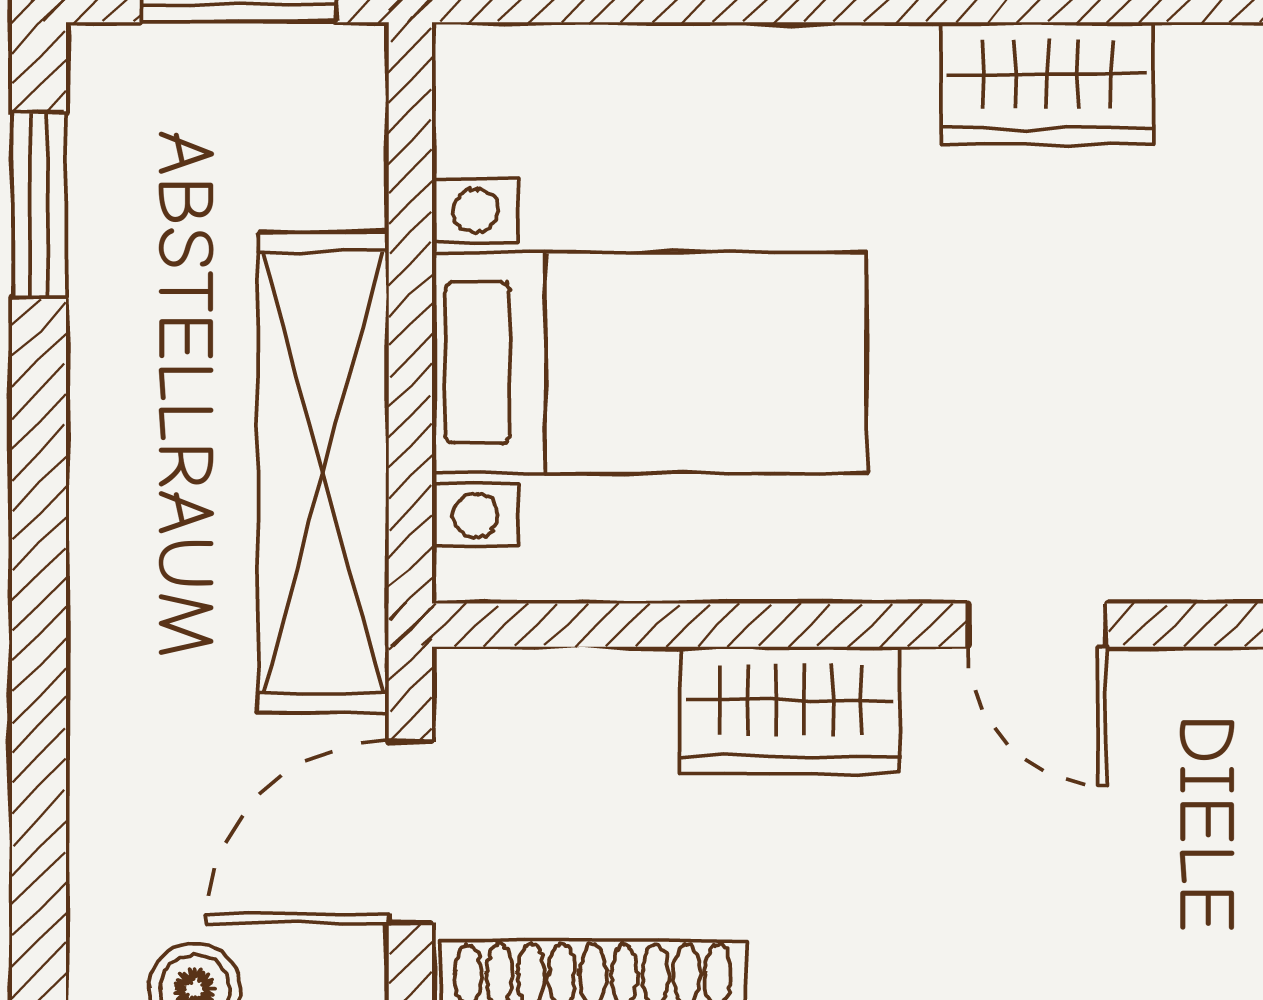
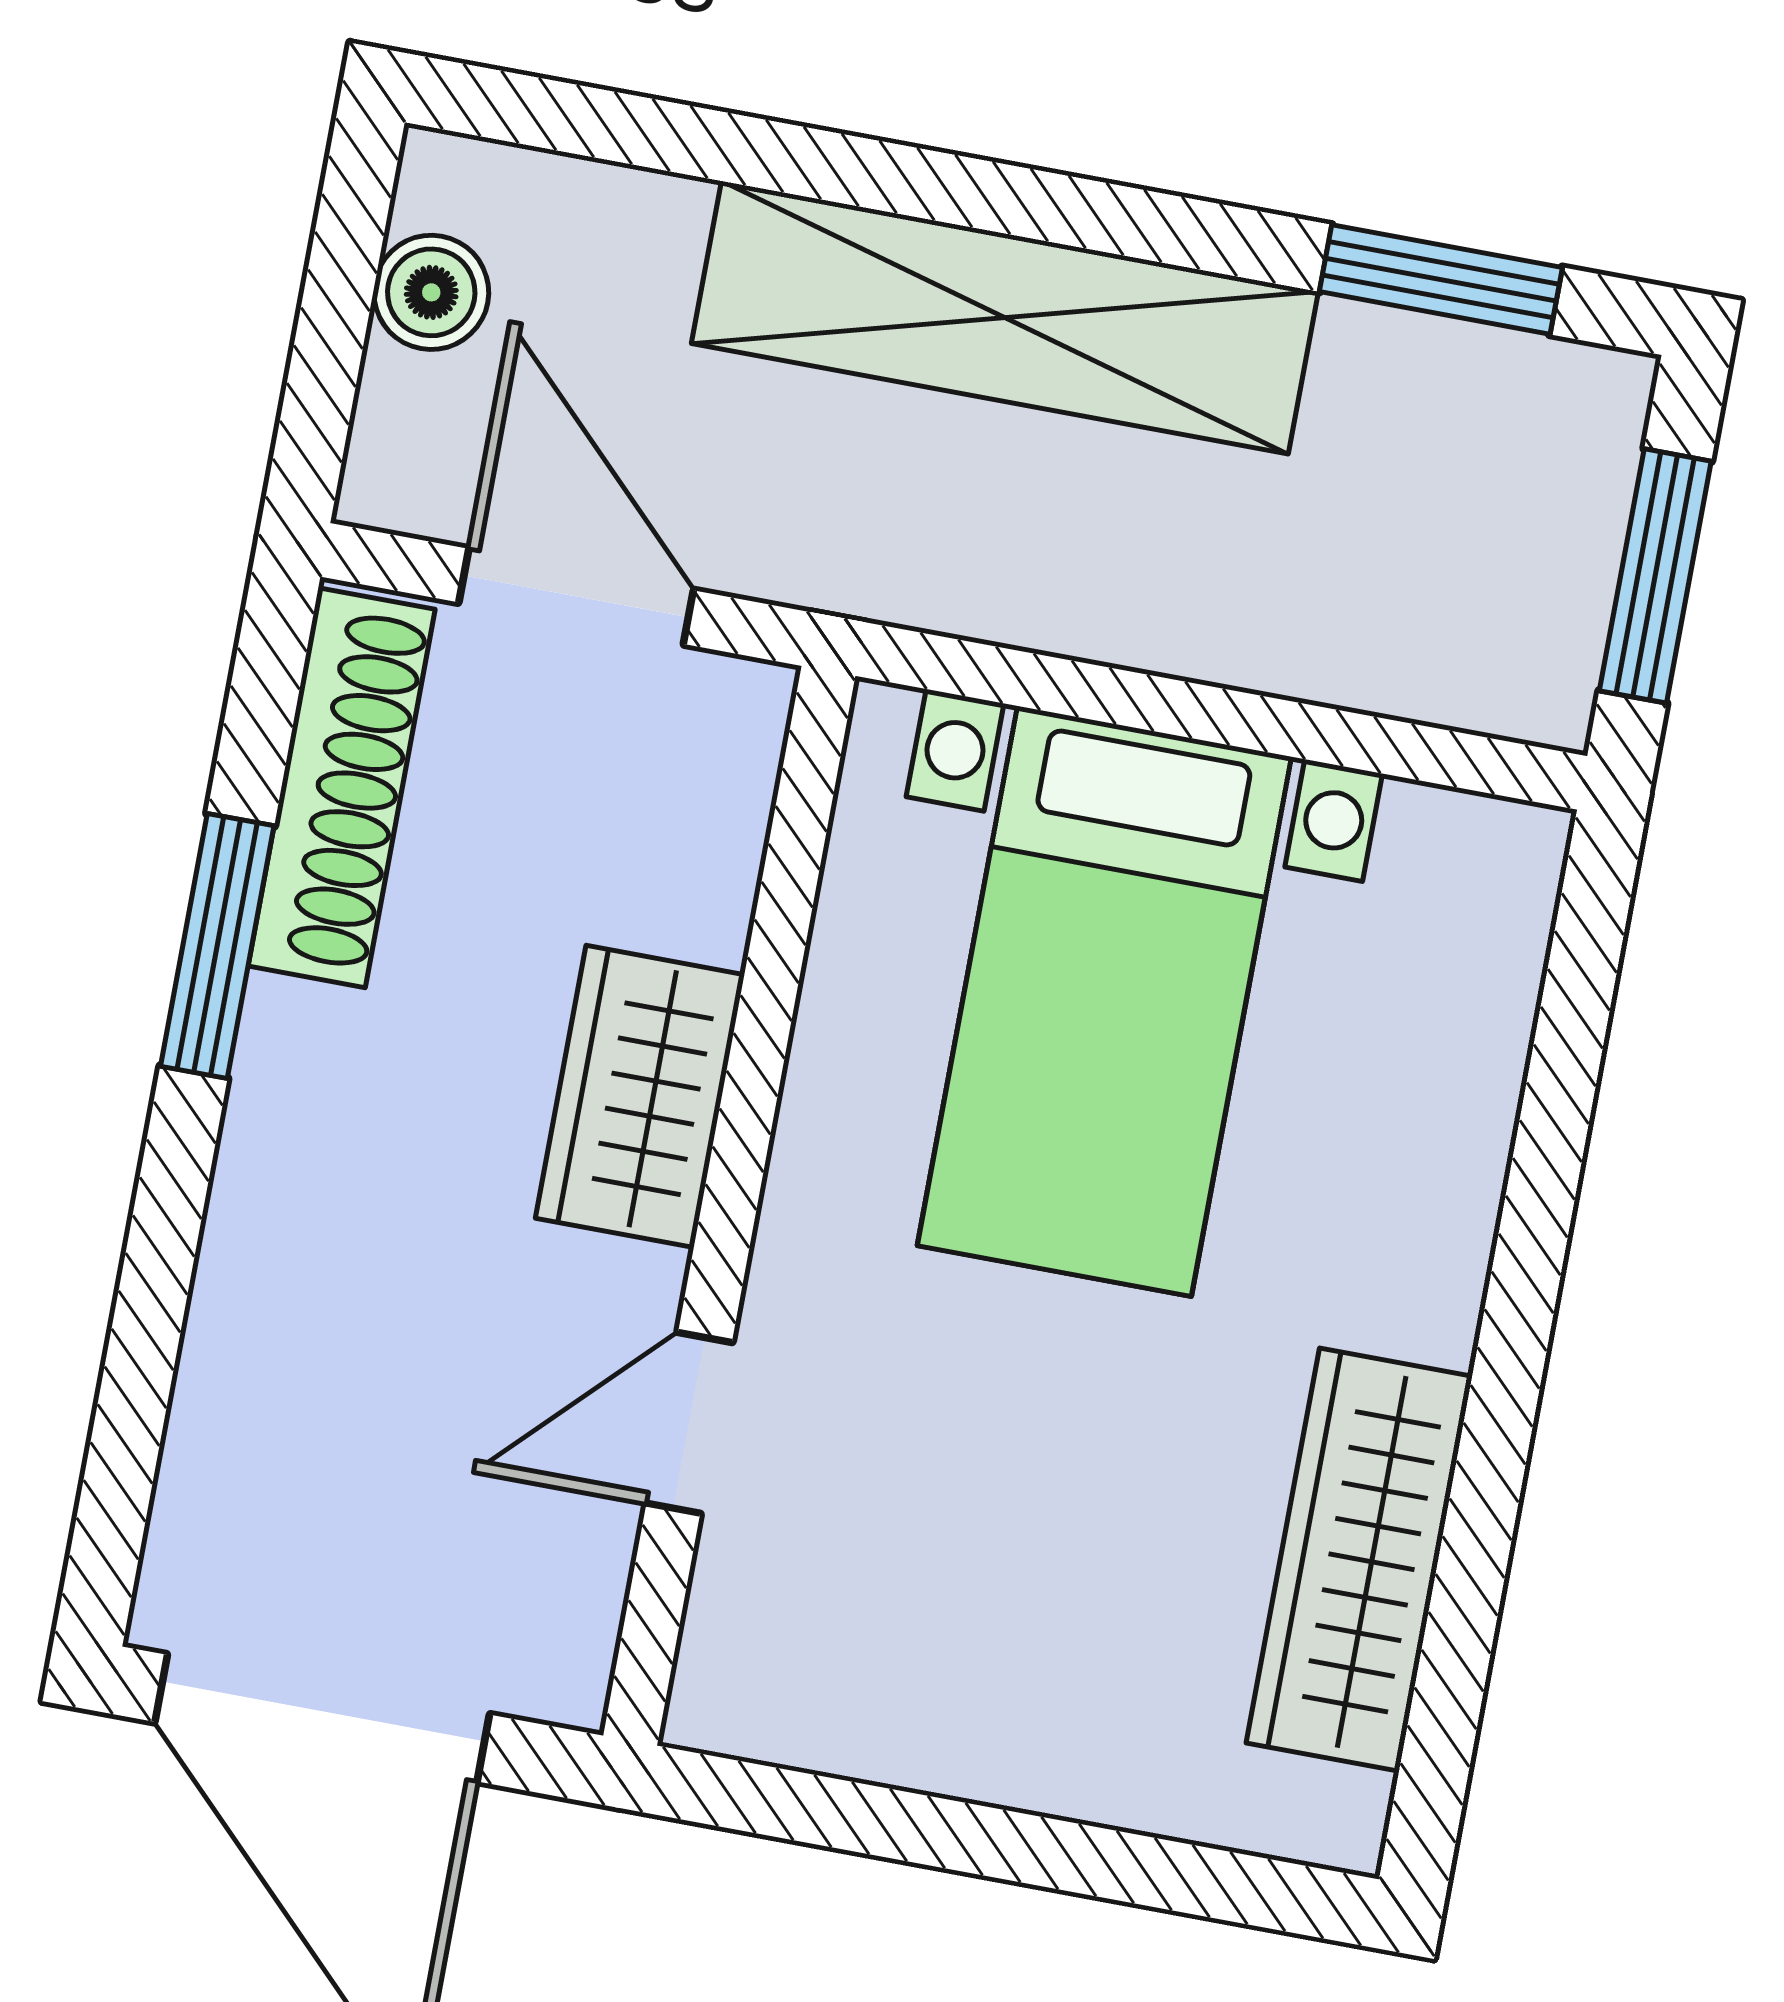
wardrobe: (1047, 84) -> (1359, 1560), width x1.50
shelving: (323, 472) -> (1005, 317), moved

